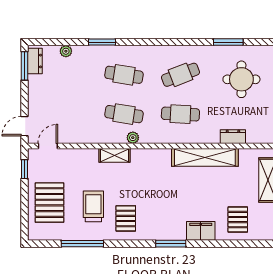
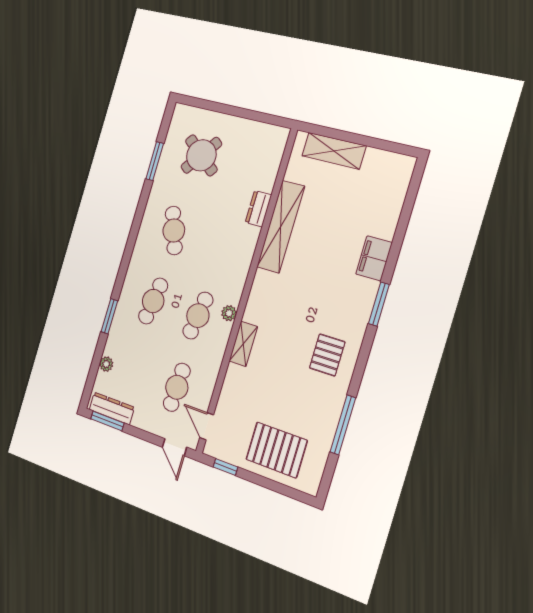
dresser: (35, 61) -> (112, 408), width x1.44
round table: (241, 79) -> (201, 155), turned 38
cafe table: (180, 114) -> (177, 387), moved
dresser: (233, 137) -> (258, 209), moved
trolley: (93, 206) -> (299, 393), removed
pallet: (126, 218) -> (327, 355), turned 90
pallet: (238, 220) -> (374, 204), removed

